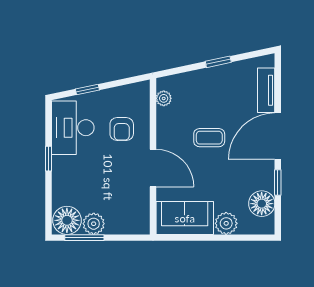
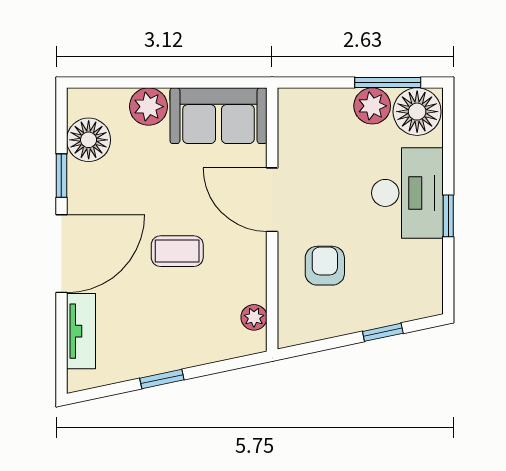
desk: (73, 128) -> (407, 193), moved

